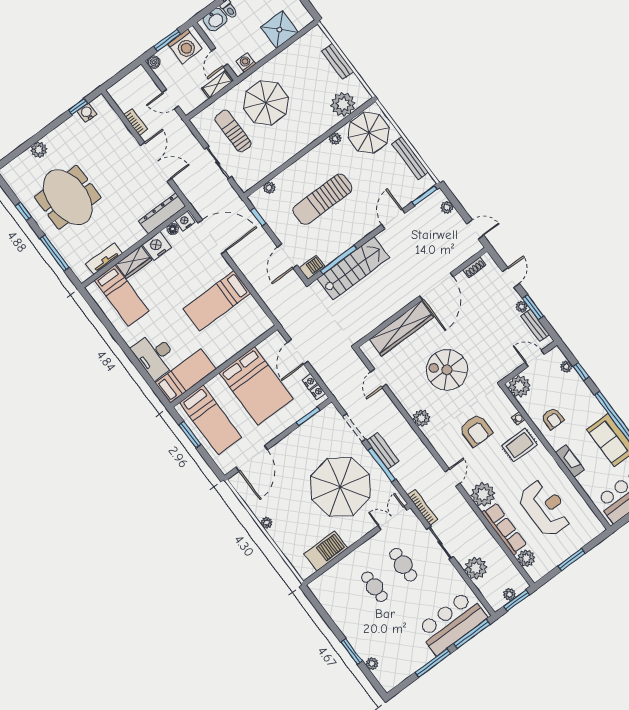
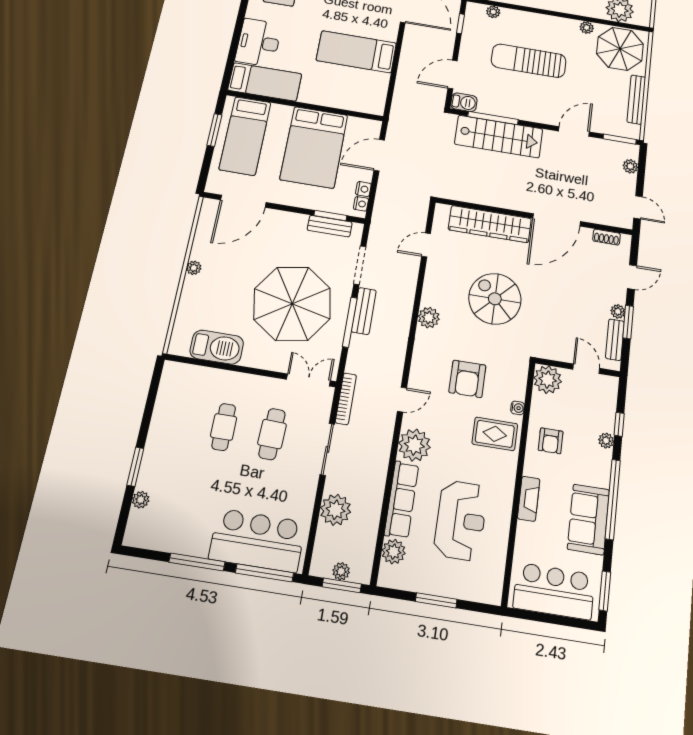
plant: (566, 367) -> (606, 441), moved
bench: (314, 423) -> (330, 226), added

